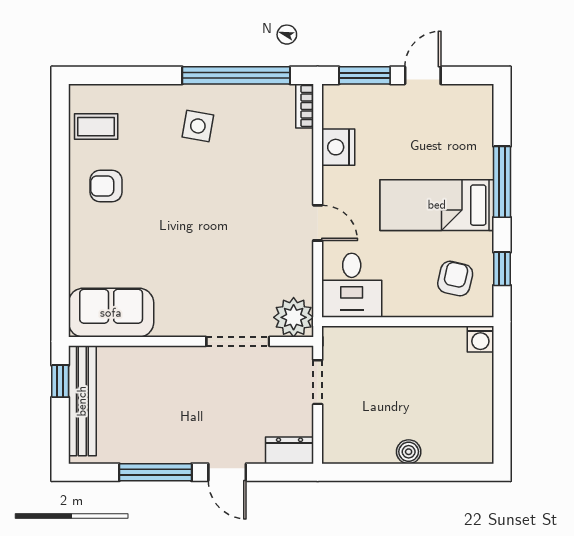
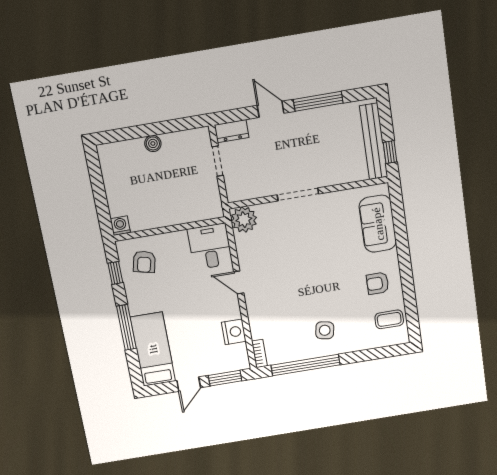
armchair: (106, 186) -> (378, 283), turned 180
bed: (437, 205) -> (153, 349), moved, turned -90
sofa: (111, 313) -> (378, 224), moved, turned 90
doorway: (238, 341) -> (298, 194), moved
doorway: (318, 382) -> (218, 161), moved

